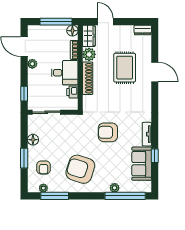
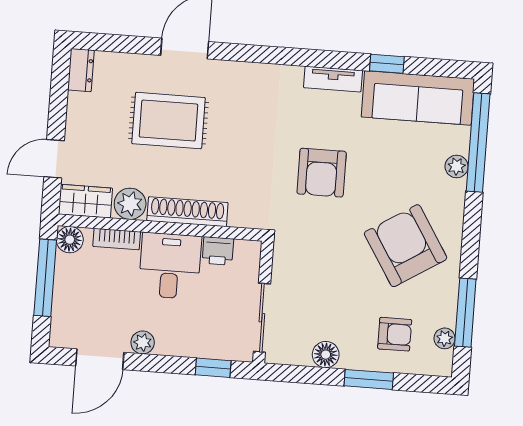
sofa: (142, 164) -> (418, 98), width x1.36
armchair: (80, 169) -> (406, 246), turned 130

